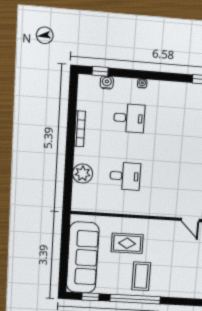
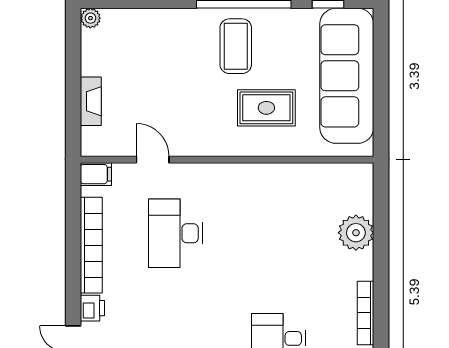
desk: (125, 176) -> (176, 233), moved, width x1.37

